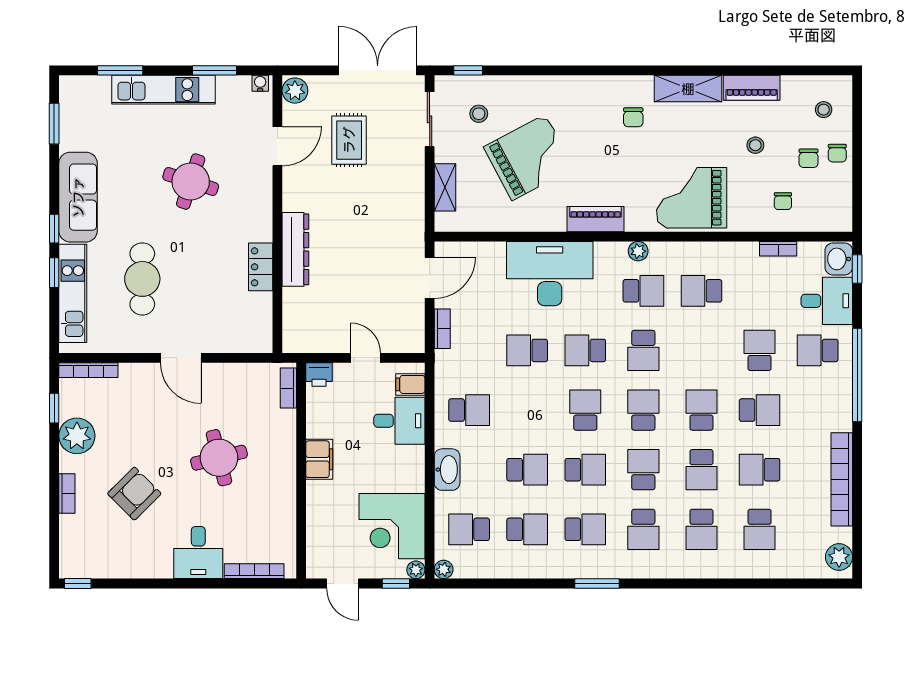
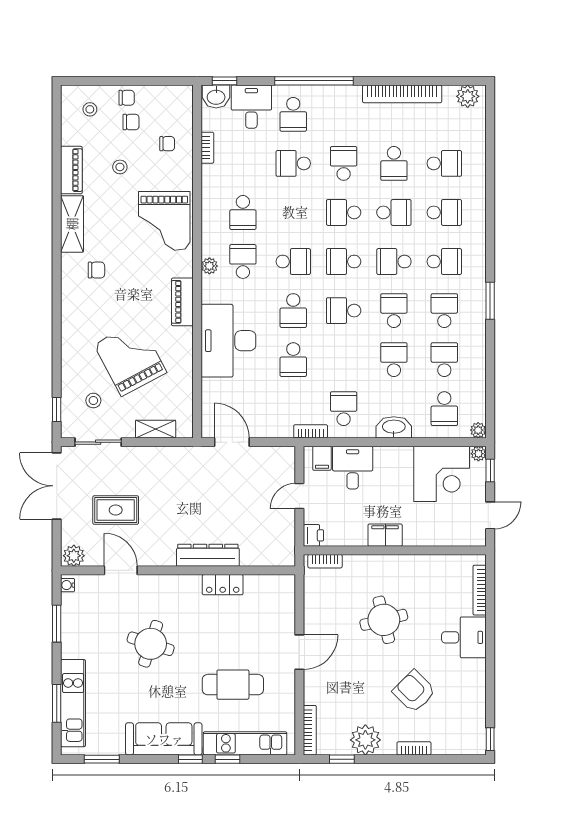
kitchen unit: (164, 90) -> (73, 703), moved
bookcase: (442, 329) -> (311, 431), moved

